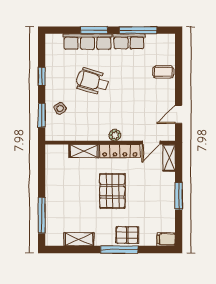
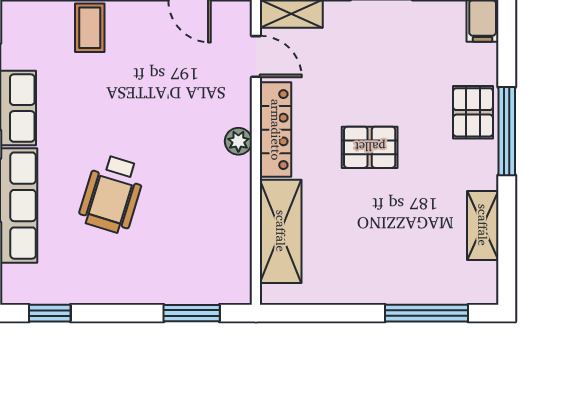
window: (42, 76) -> (50, 313), moved
side table: (60, 108) -> (175, 270), removed
shelving: (84, 151) -> (281, 231), width x1.50, depth x1.33
pallet: (112, 191) -> (370, 147), width x0.67, depth x0.71

